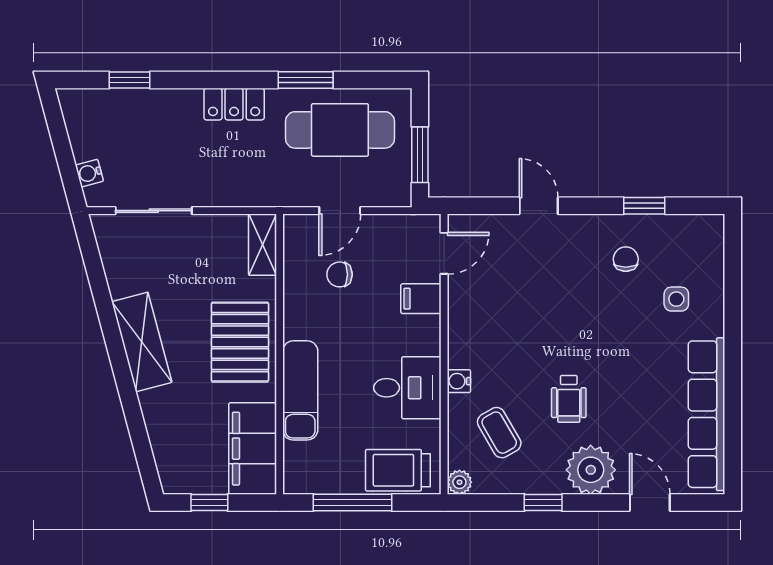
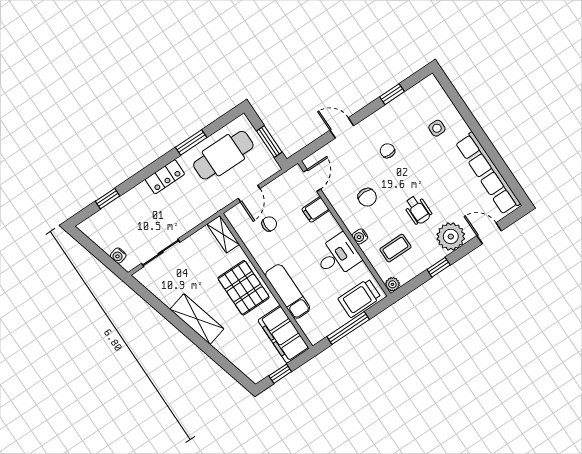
chair: (626, 259) -> (387, 151), moved
chair: (340, 274) -> (269, 224), turned 180
chair: (508, 331) -> (367, 197), added
coffee table: (499, 433) -> (395, 248), turned -60

